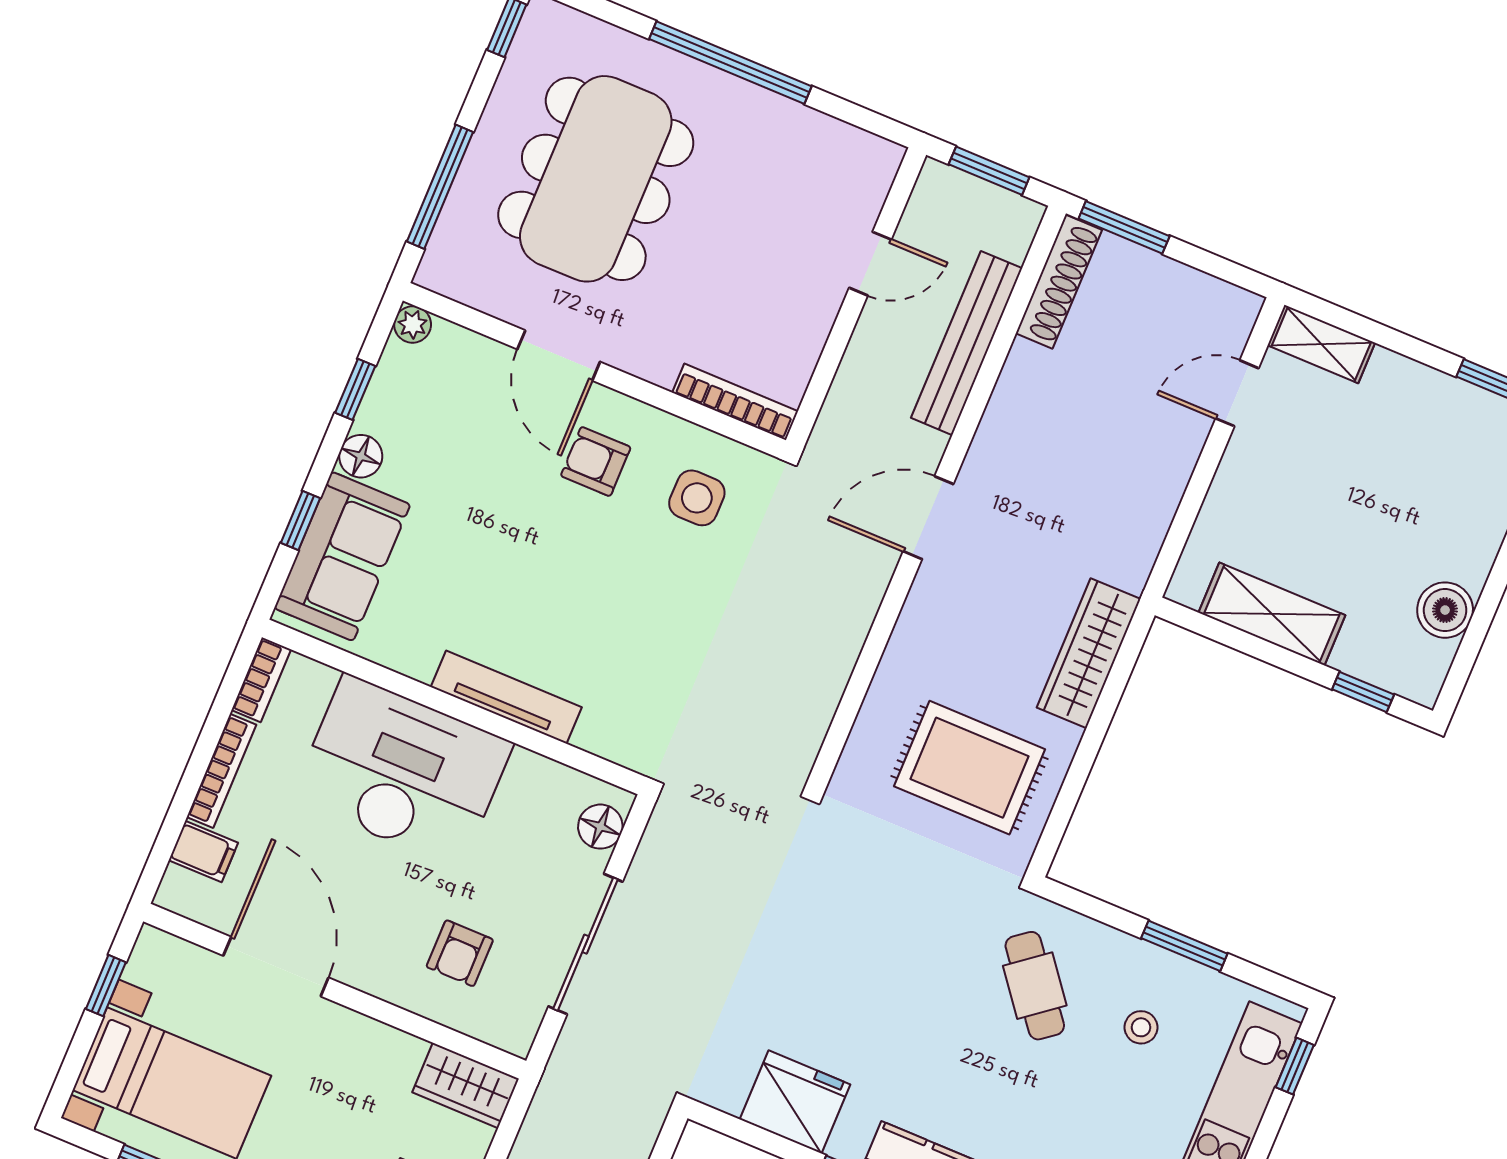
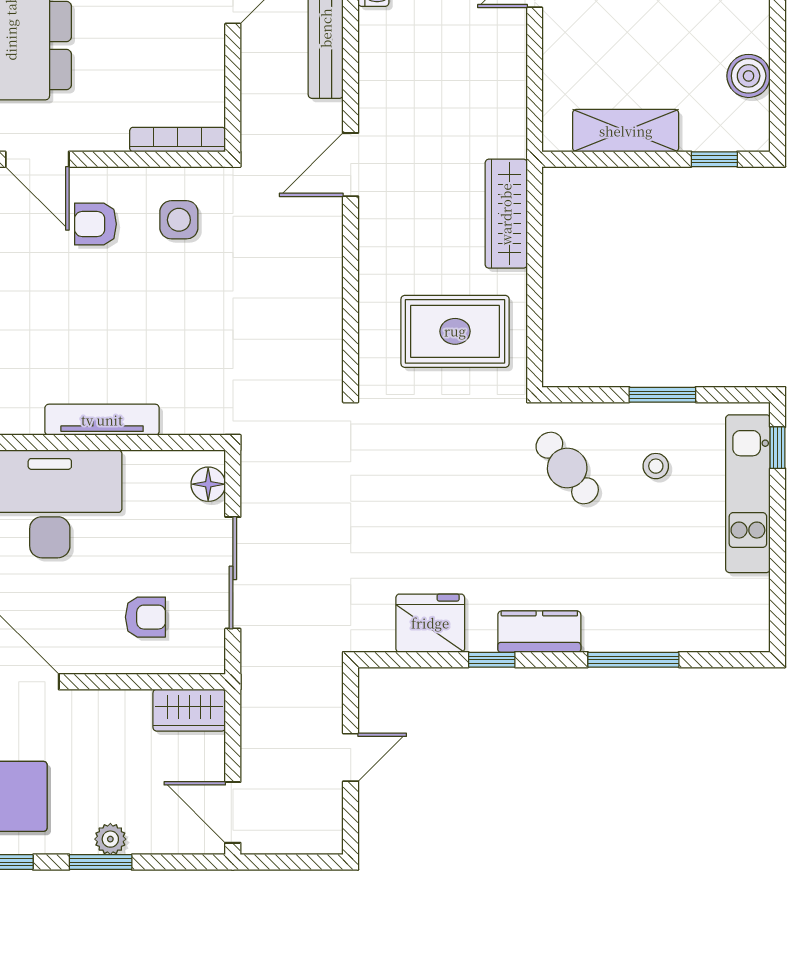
armchair: (460, 953) -> (145, 617), turned -90

